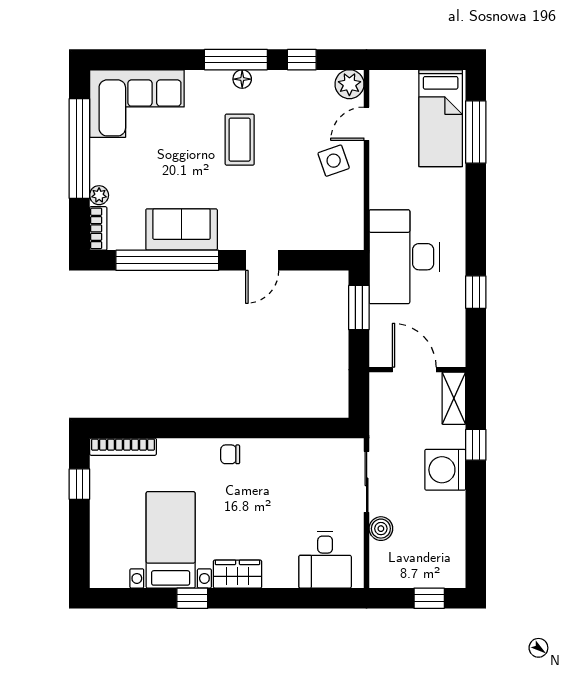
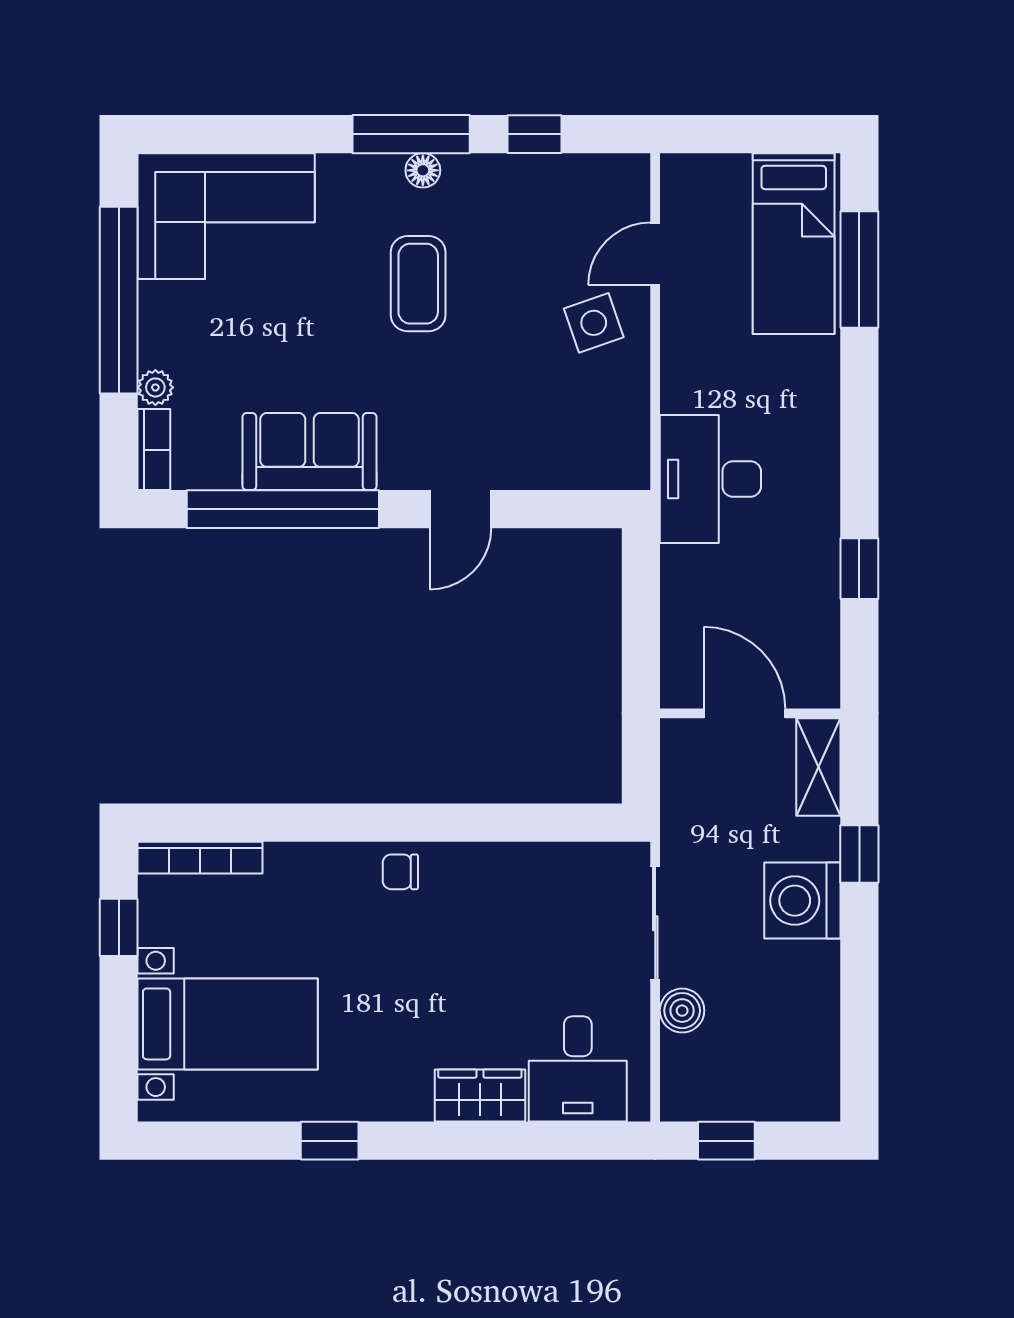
plant: (349, 84) -> (623, 180), removed
desk: (404, 257) -> (710, 479), width x0.73, depth x0.77
window: (359, 308) -> (641, 597), removed
bed with nightstands: (171, 540) -> (228, 1024), moved, turned 90
wardrobe: (237, 574) -> (480, 1096), moved
window: (429, 598) -> (726, 1141), moved

